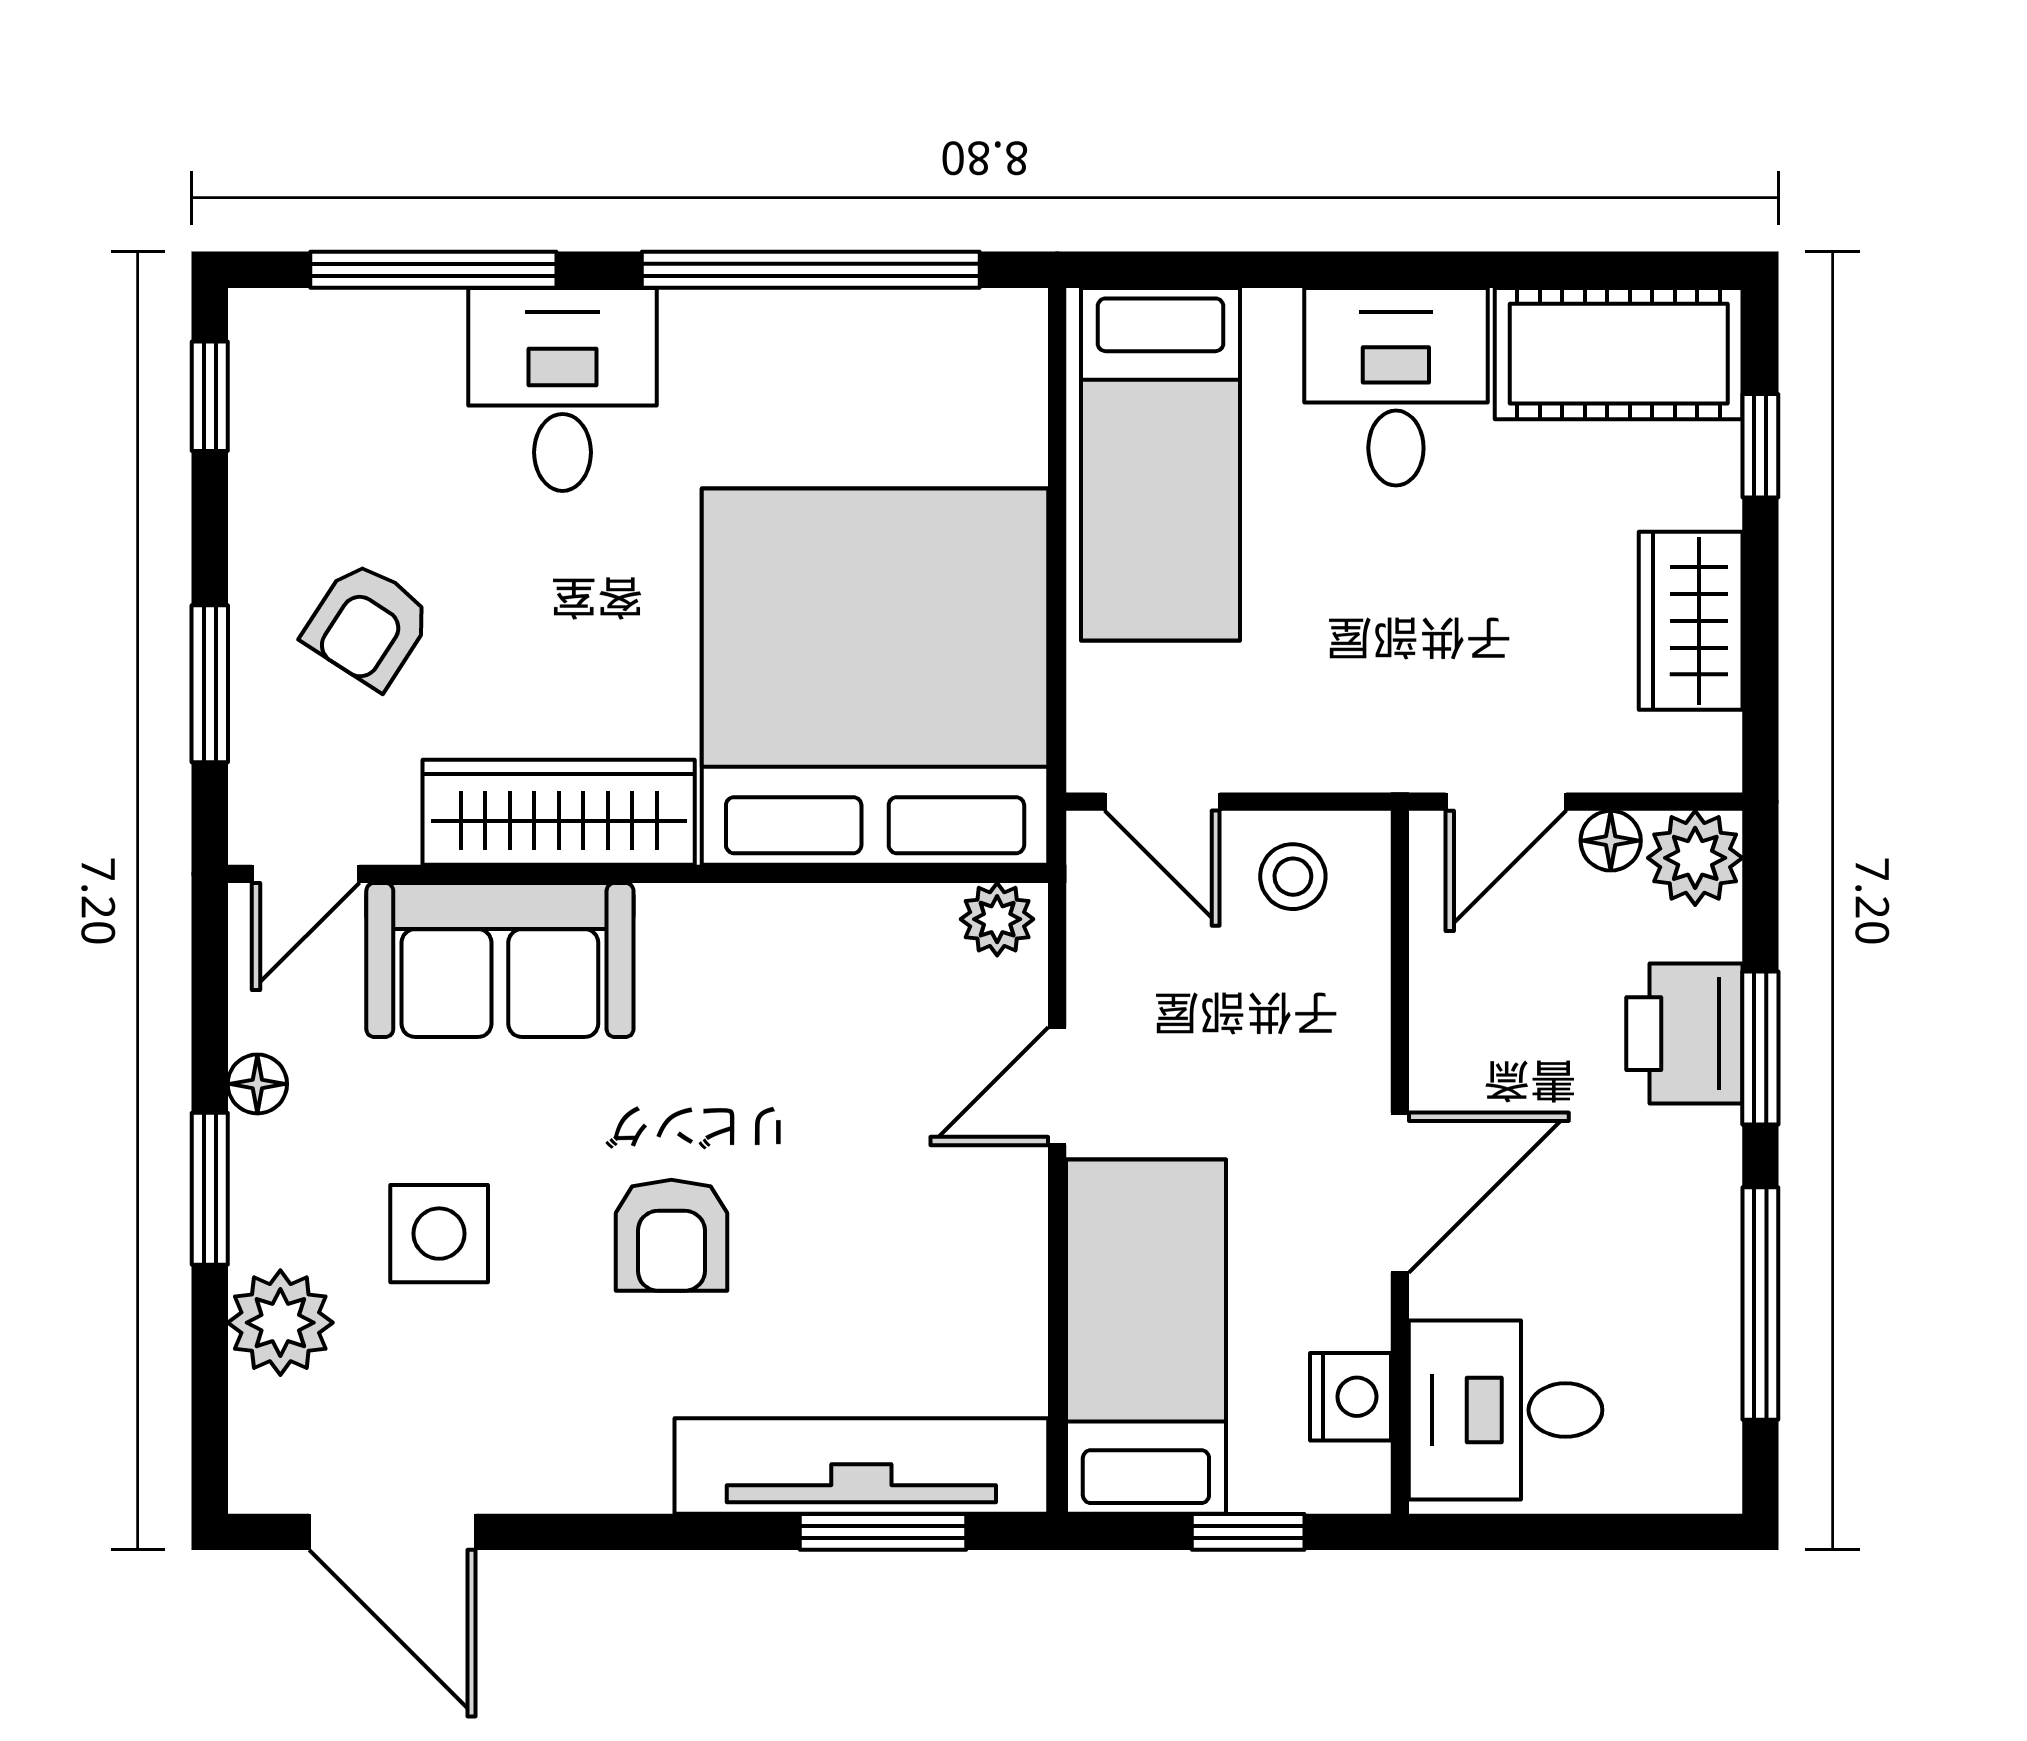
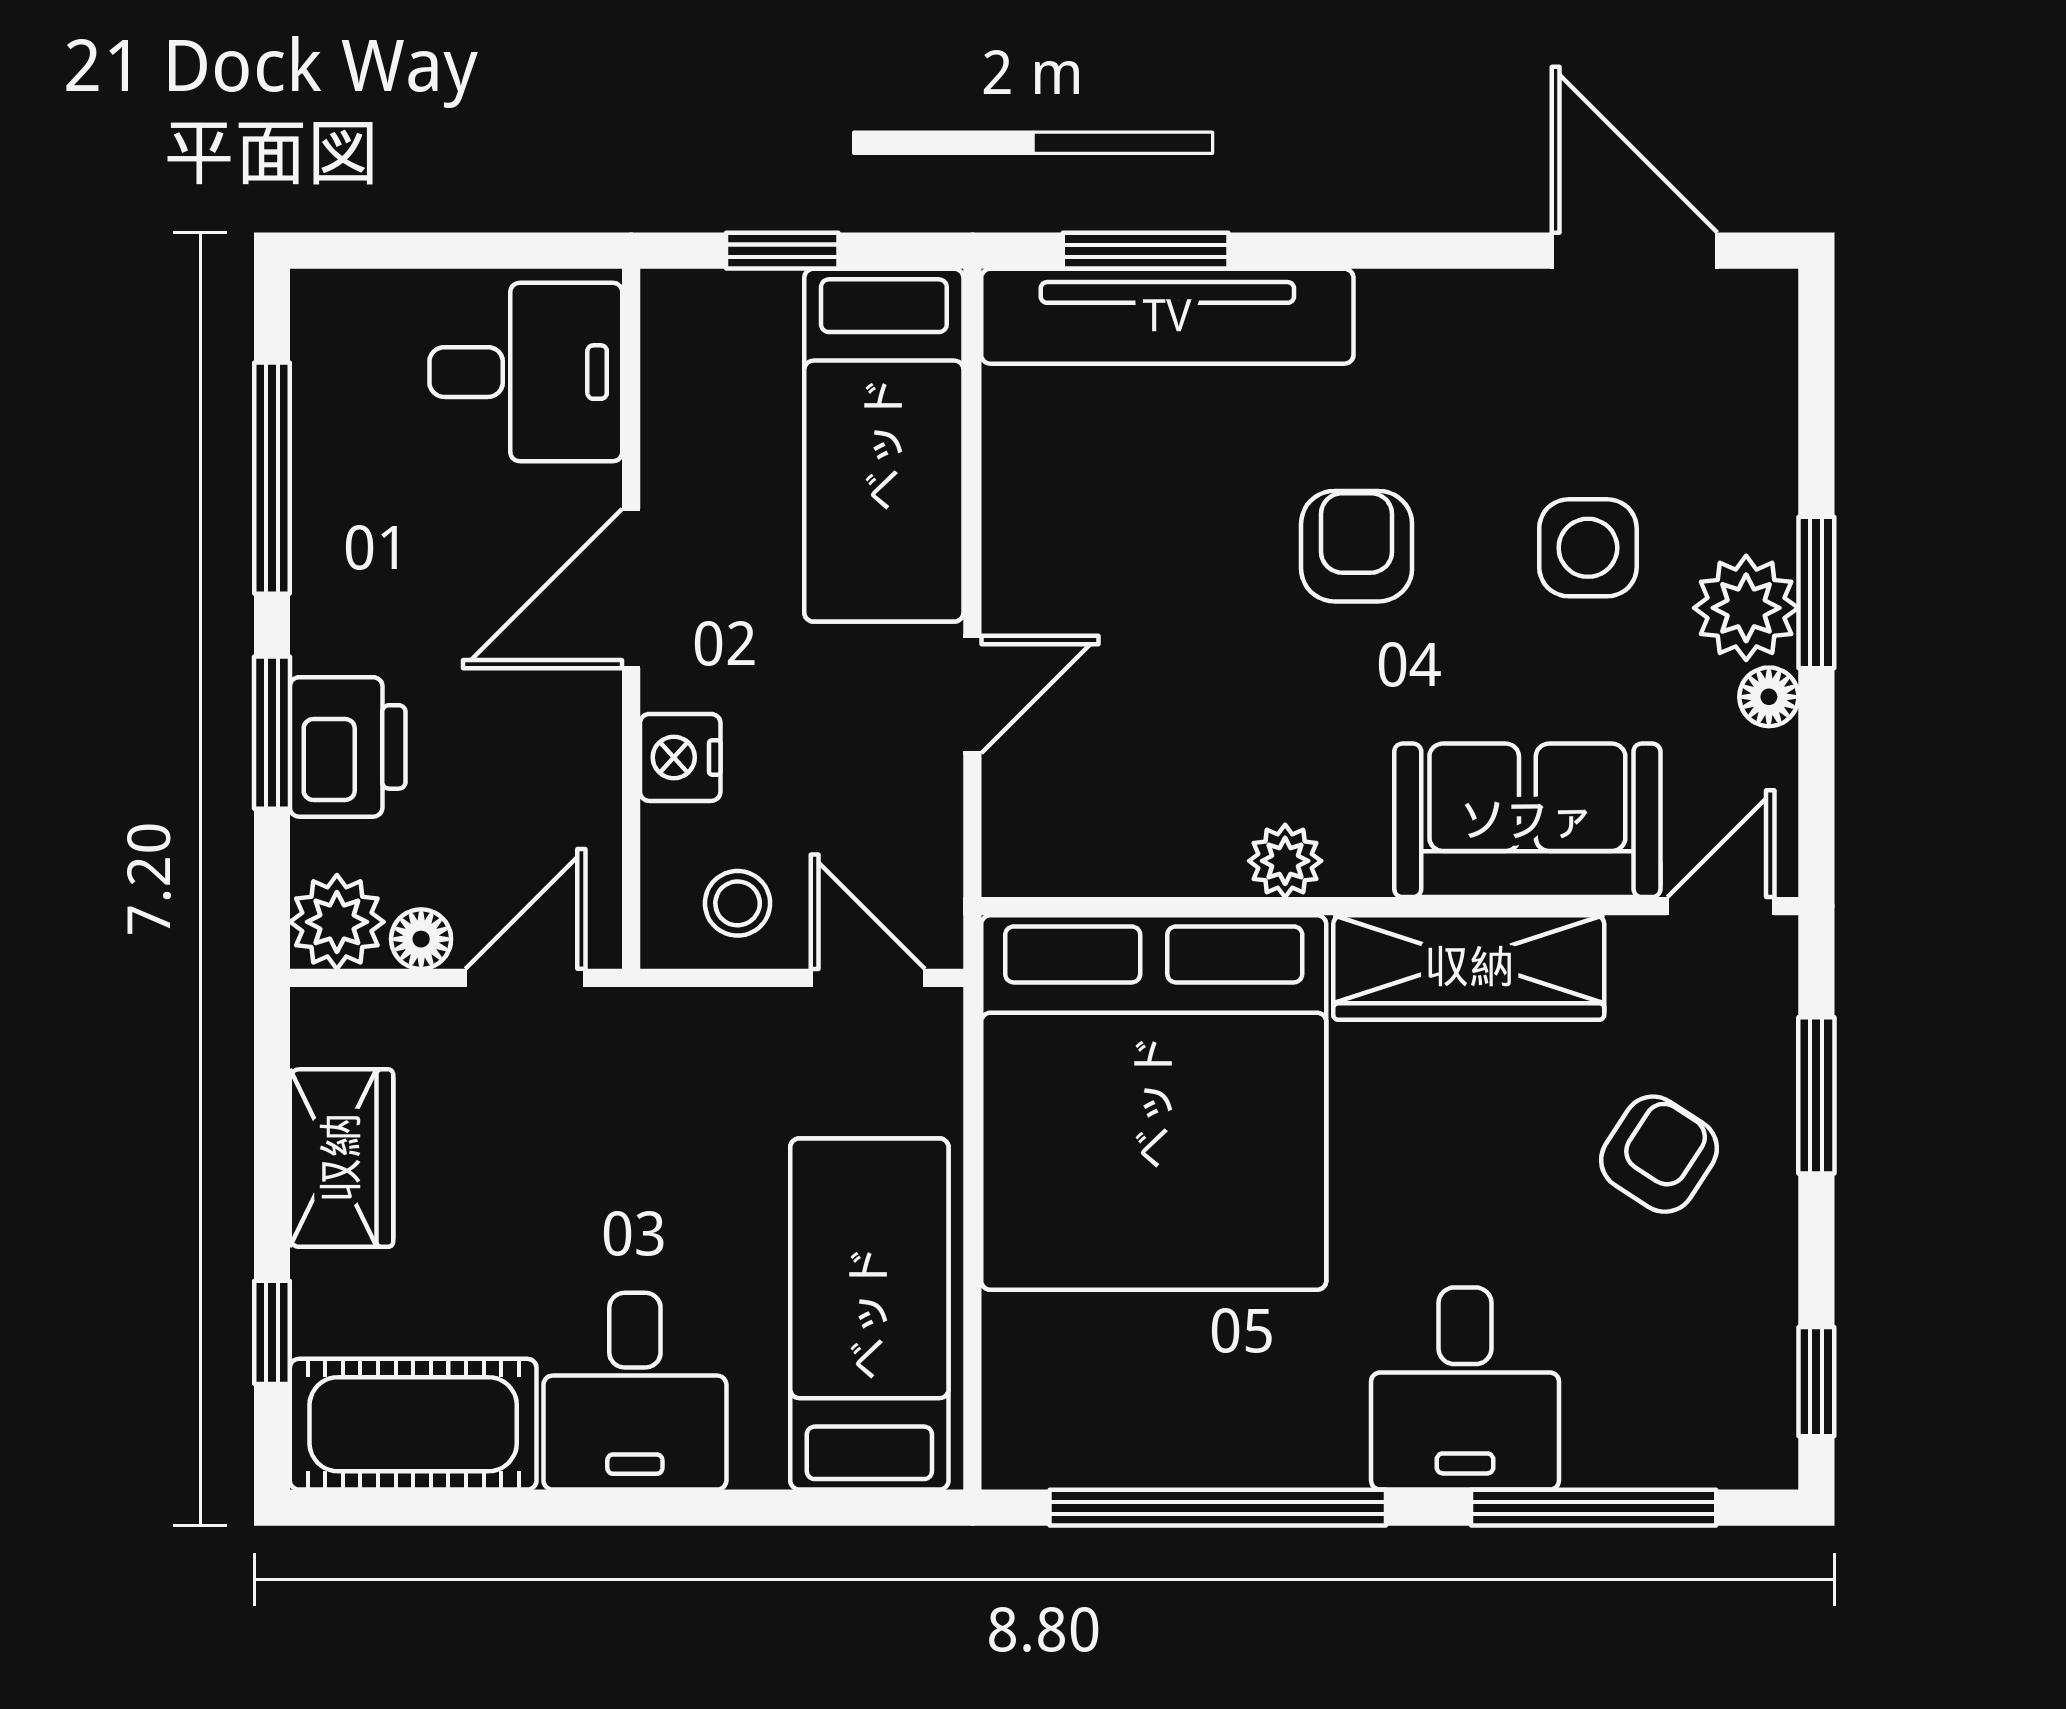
plant: (997, 919) -> (1285, 861), moved
plant: (280, 1323) -> (1746, 608), moved
nightstand: (1350, 1397) -> (680, 757), moved

